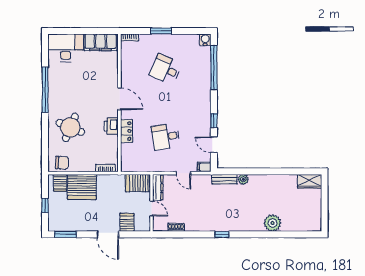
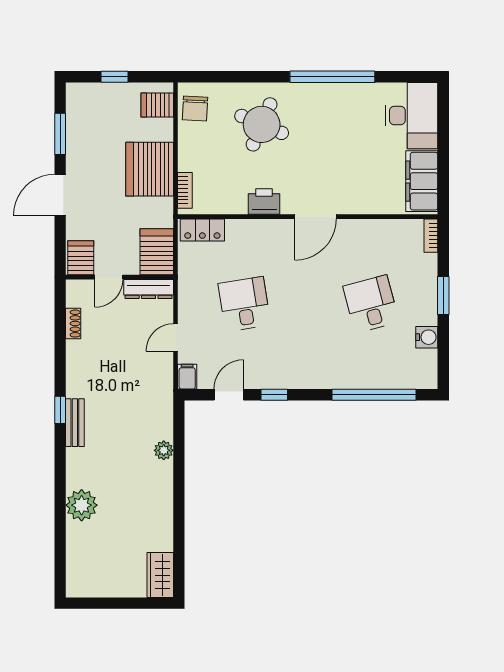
water cooler: (205, 40) -> (427, 337), moved
desk: (166, 69) -> (371, 304), turned -39
locker: (126, 131) -> (202, 230), moved
bench: (225, 179) -> (75, 423), moved
server rack: (82, 187) -> (150, 169), moved
server rack: (127, 222) -> (81, 258), moved, turned -90
window: (65, 234) -> (60, 134), moved

